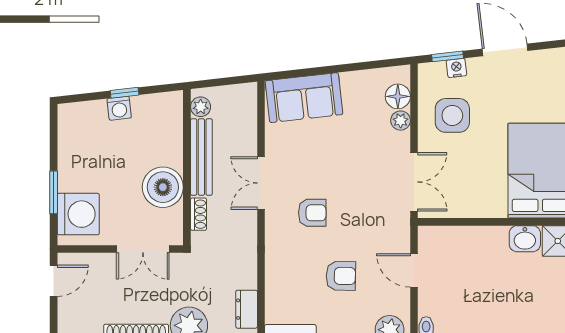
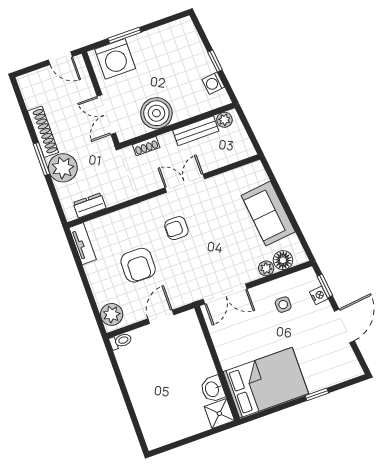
sofa: (304, 98) -> (268, 214), moved
washing machine: (119, 108) -> (213, 83), moved
side table: (452, 115) -> (283, 305), width x0.54, depth x0.54
bench: (201, 157) -> (196, 131), width x0.73
armchair: (312, 213) -> (176, 228), turned 90
armchair: (341, 276) -> (138, 265), width x1.38, depth x1.38

